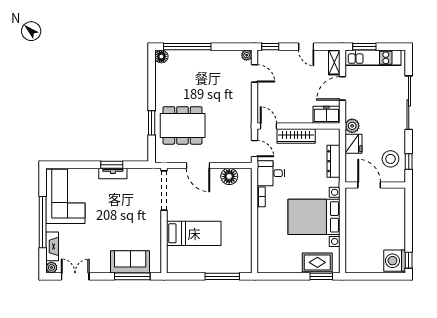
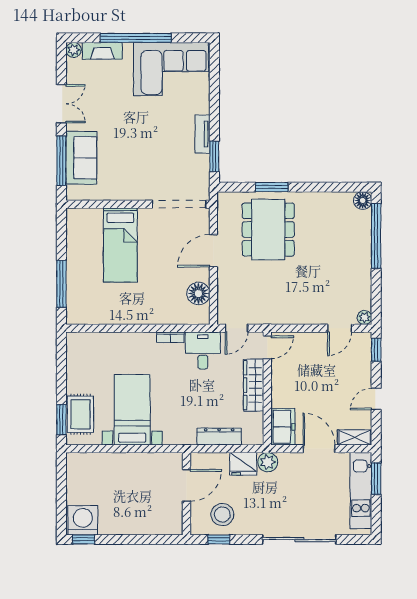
window: (112, 165) -> (214, 156), moved
bed with nightstands: (314, 217) -> (132, 410), width x0.73
double door: (75, 276) -> (61, 104), moved

